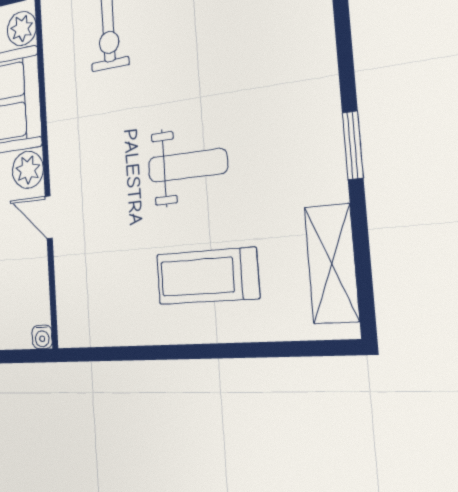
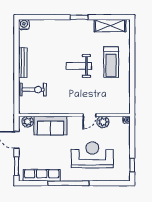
weight bench: (187, 165) -> (79, 66), turned -90
plant: (28, 170) -> (103, 122), moved

